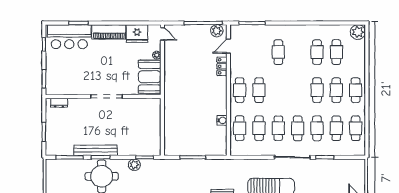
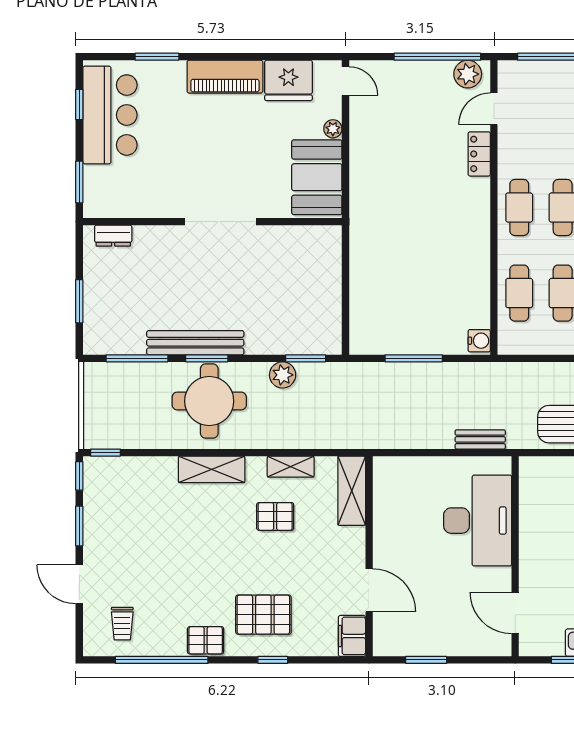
bar counter: (69, 37) -> (110, 115), moved, turned -90
water cooler: (222, 120) -> (479, 341), moved

